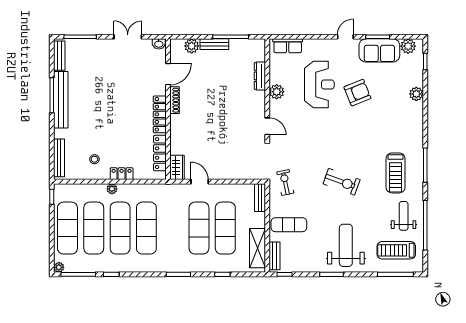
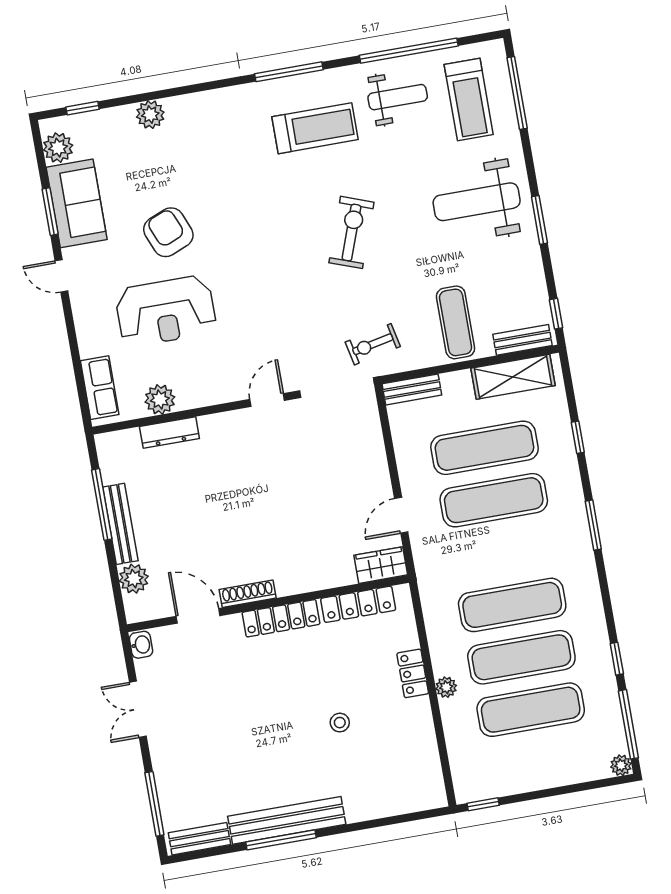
bench: (214, 44) -> (120, 524), width x1.36
reception desk: (319, 85) -> (166, 311), turned 180
plant: (277, 92) -> (160, 399), moved
bench: (59, 158) -> (403, 803), removed
stool: (94, 159) -> (340, 723), moved
weight bench: (404, 216) -> (398, 97), turned 180
exercise mat: (67, 228) -> (540, 762), removed

